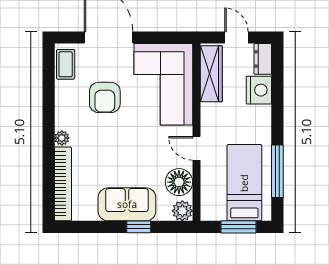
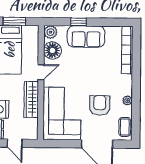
wardrobe: (211, 74) -> (31, 100), moved
plant: (62, 138) -> (127, 100), moved
door: (197, 148) -> (41, 72), hinge flipped

